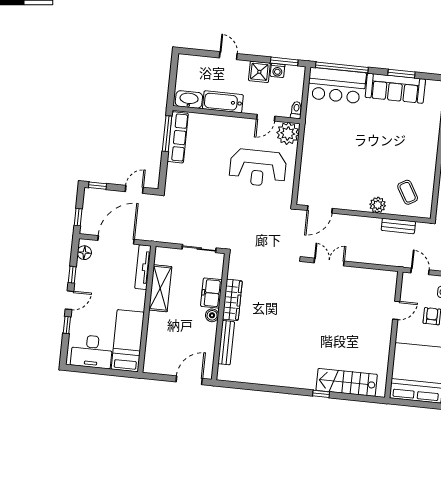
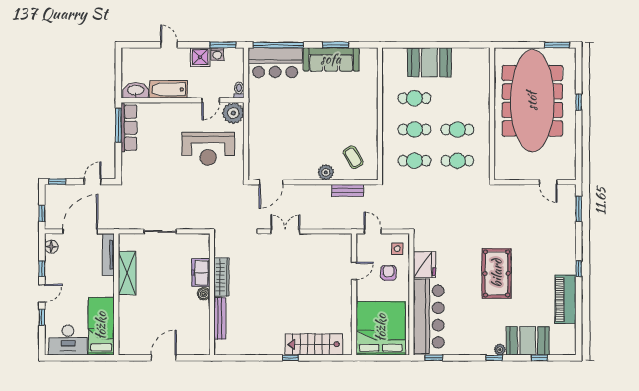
freezer: (211, 293) -> (201, 273), moved
wardrobe: (232, 300) -> (221, 277), moved
boiler: (212, 315) -> (204, 294), moved
wall: (221, 317) -> (212, 294), moved
bench: (226, 343) -> (220, 318), moved

